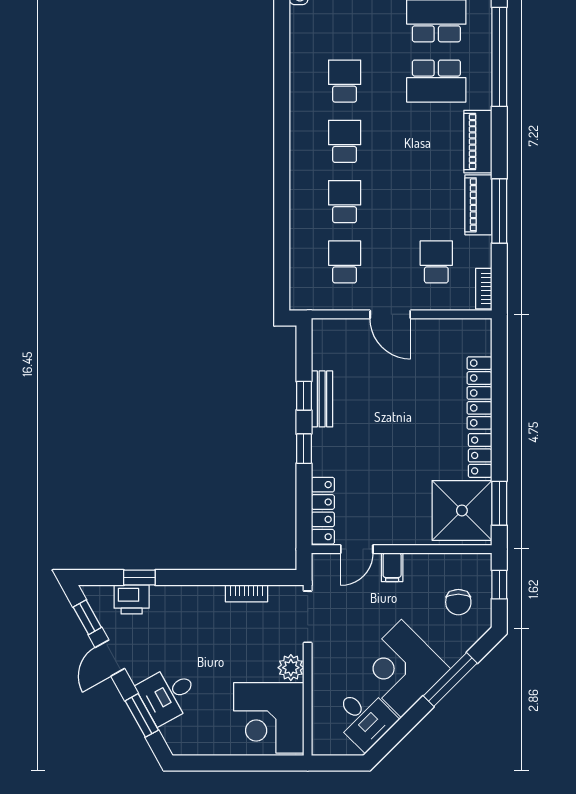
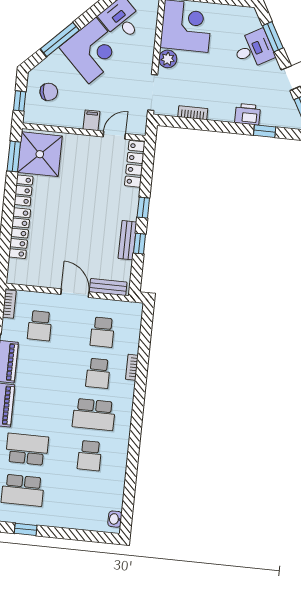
school desk: (345, 141) -> (94, 414), width x1.85
bookcase: (297, 215) -> (132, 367), added
bench: (343, 328) -> (108, 287), added
printer: (132, 599) -> (248, 114), moved
chair: (458, 602) -> (49, 92), turned 78

